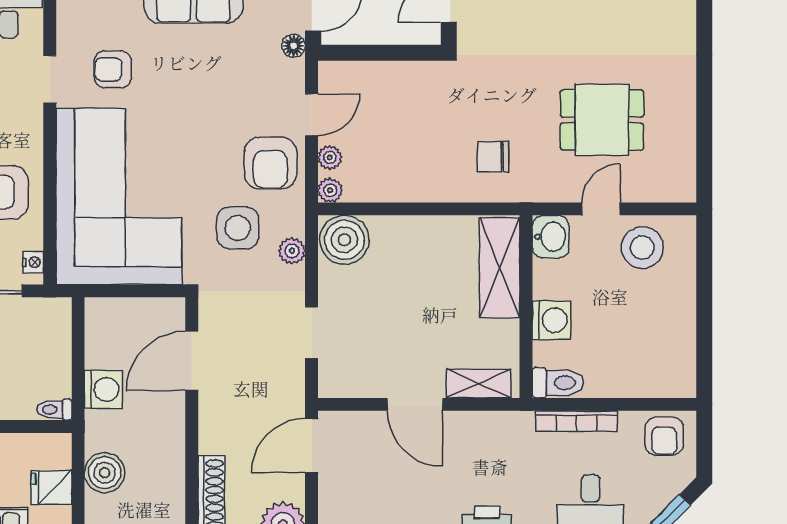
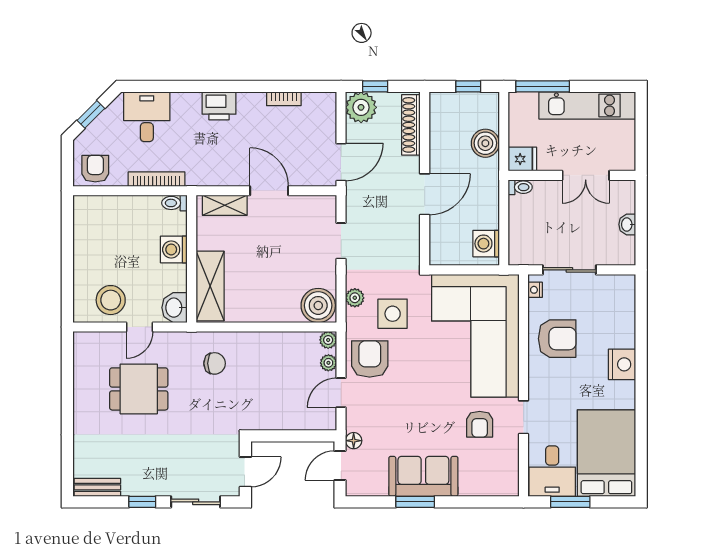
armchair: (113, 69) -> (480, 424), turned 90
door: (192, 361) -> (425, 194), moved
toilet: (558, 383) -> (174, 203), width x0.73, depth x0.72
washing machine: (103, 389) -> (486, 244), moved
fridge: (51, 488) -> (522, 159), moved

